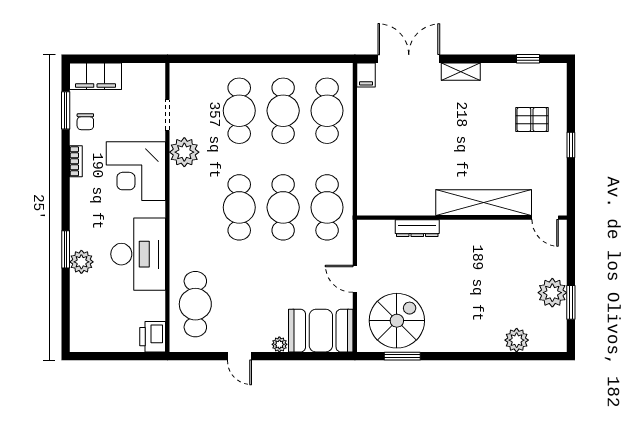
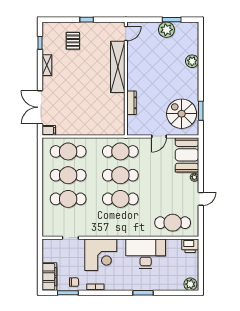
shelving: (461, 72) -> (47, 65), moved
plant: (184, 152) -> (91, 229), removed
plant: (81, 262) -> (190, 284), moved
plant: (517, 340) -> (192, 61), moved

